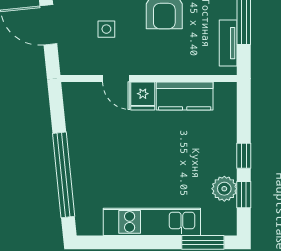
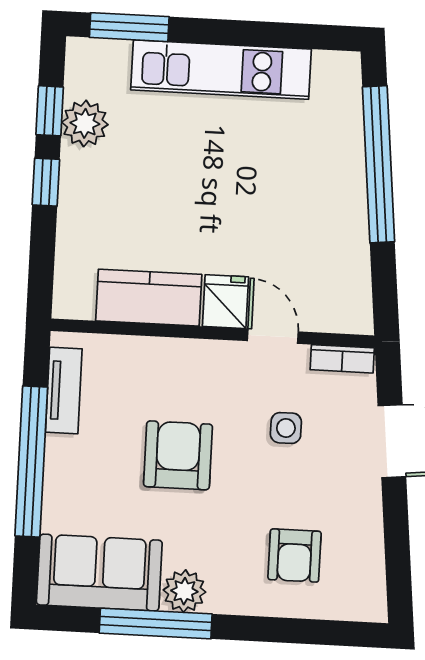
bookcase: (78, 68) -> (342, 359), added

